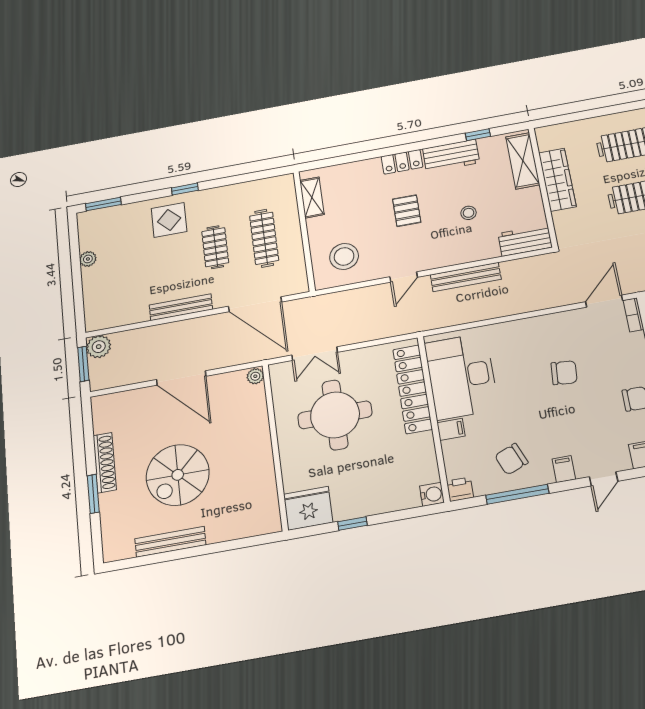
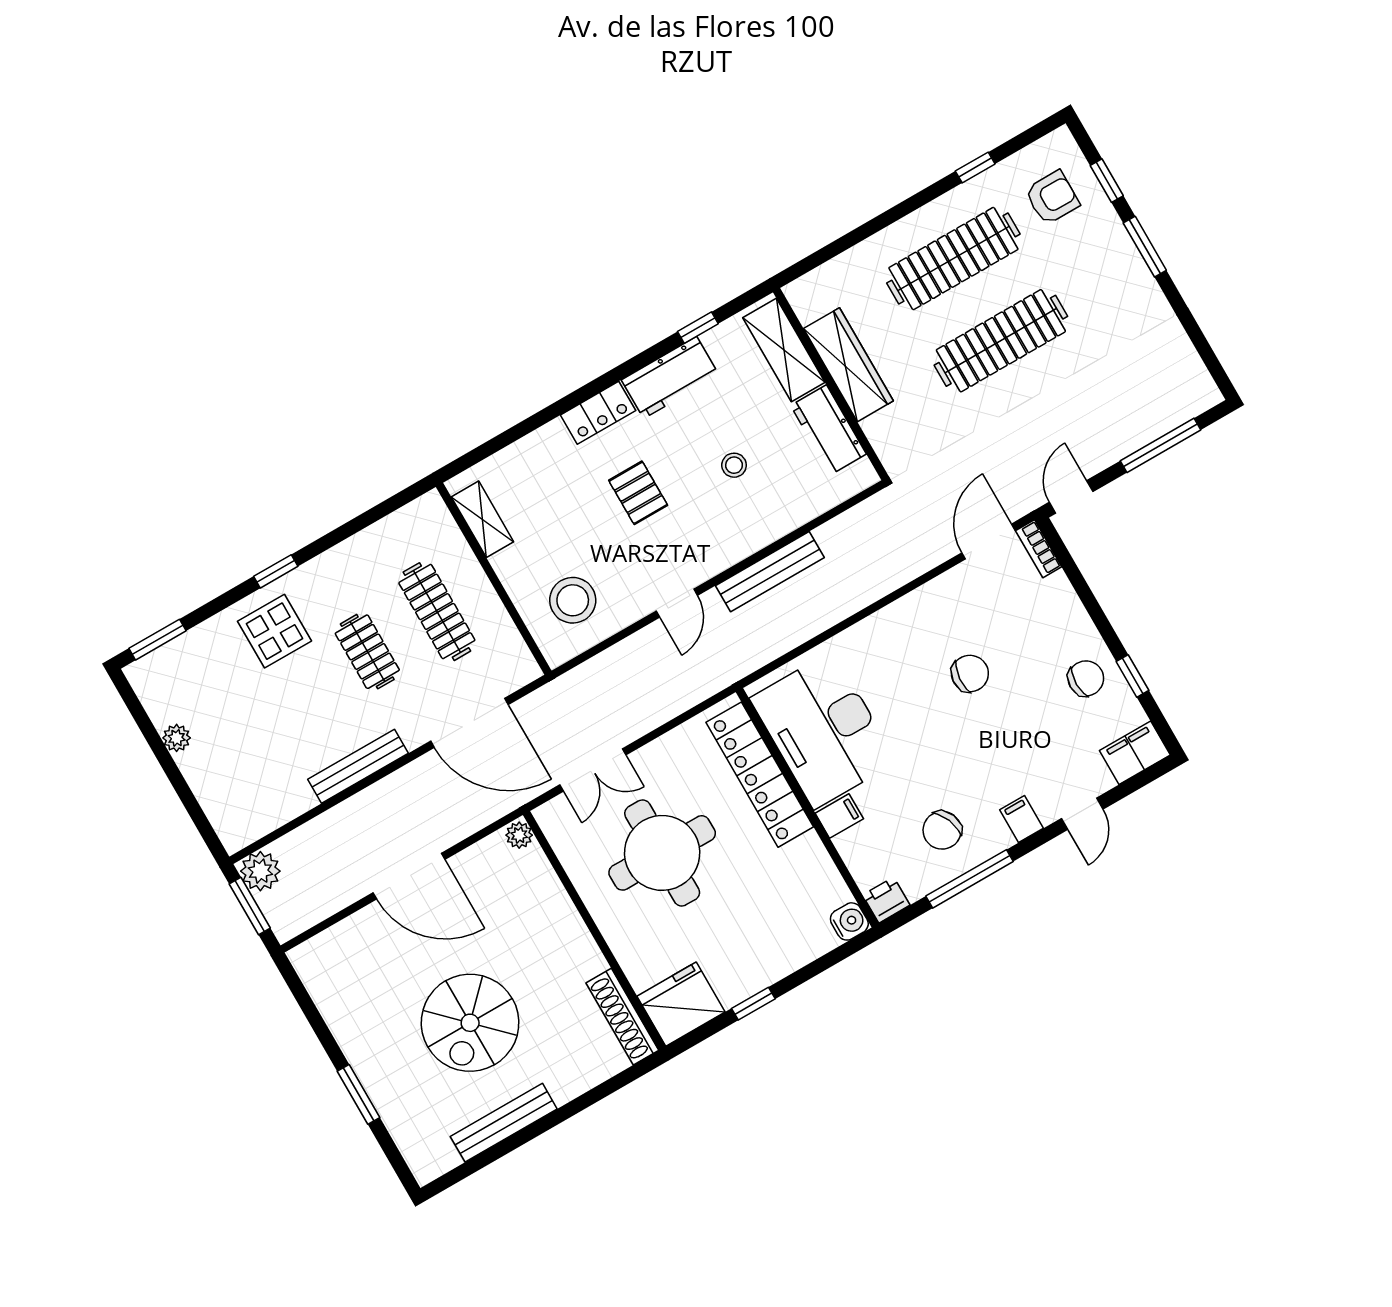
workbench: (525, 240) -> (828, 430), moved, turned -90
shoe rack: (105, 463) -> (622, 1017), moved, turned 180

